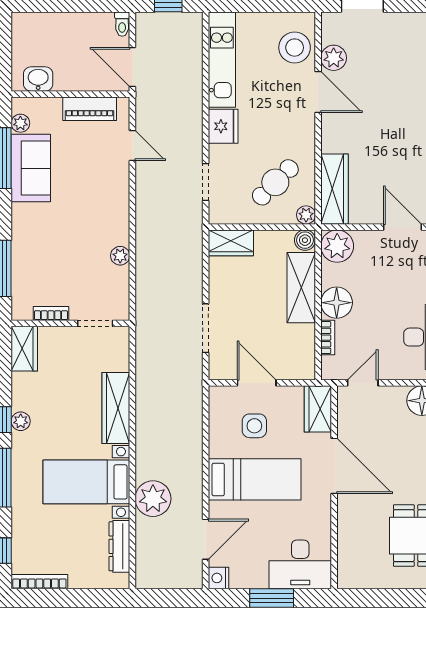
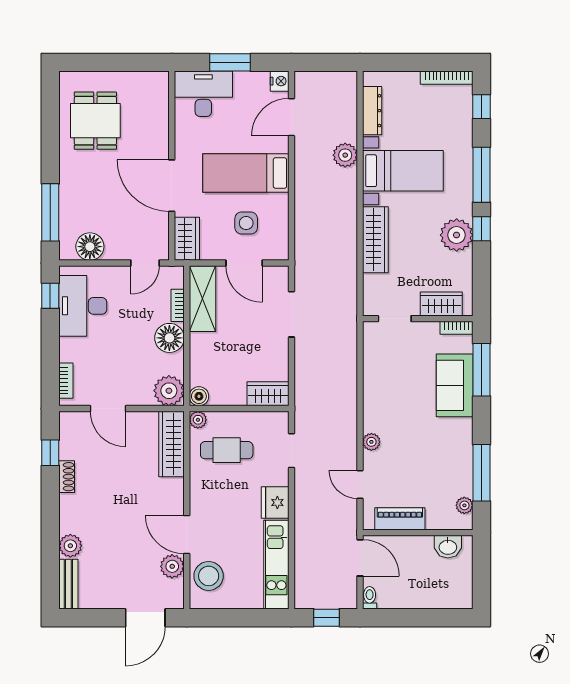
sofa: (31, 168) -> (455, 385), moved
cafe table: (275, 182) -> (227, 450), turned 45
plant: (120, 256) -> (371, 442), moved
shelving: (301, 288) -> (202, 299), moved
bookcase: (51, 314) -> (457, 328), moved
wardrobe: (24, 349) -> (441, 304), moved, turned 90
plant: (21, 421) -> (457, 235), width x1.88, depth x1.88
plant: (153, 499) -> (345, 155), width x0.73, depth x0.73

